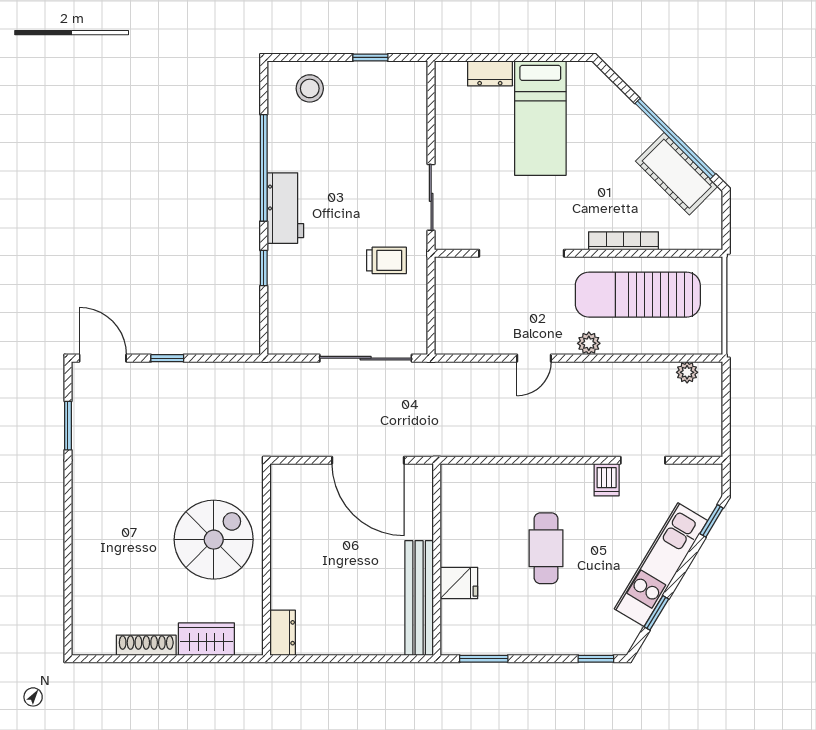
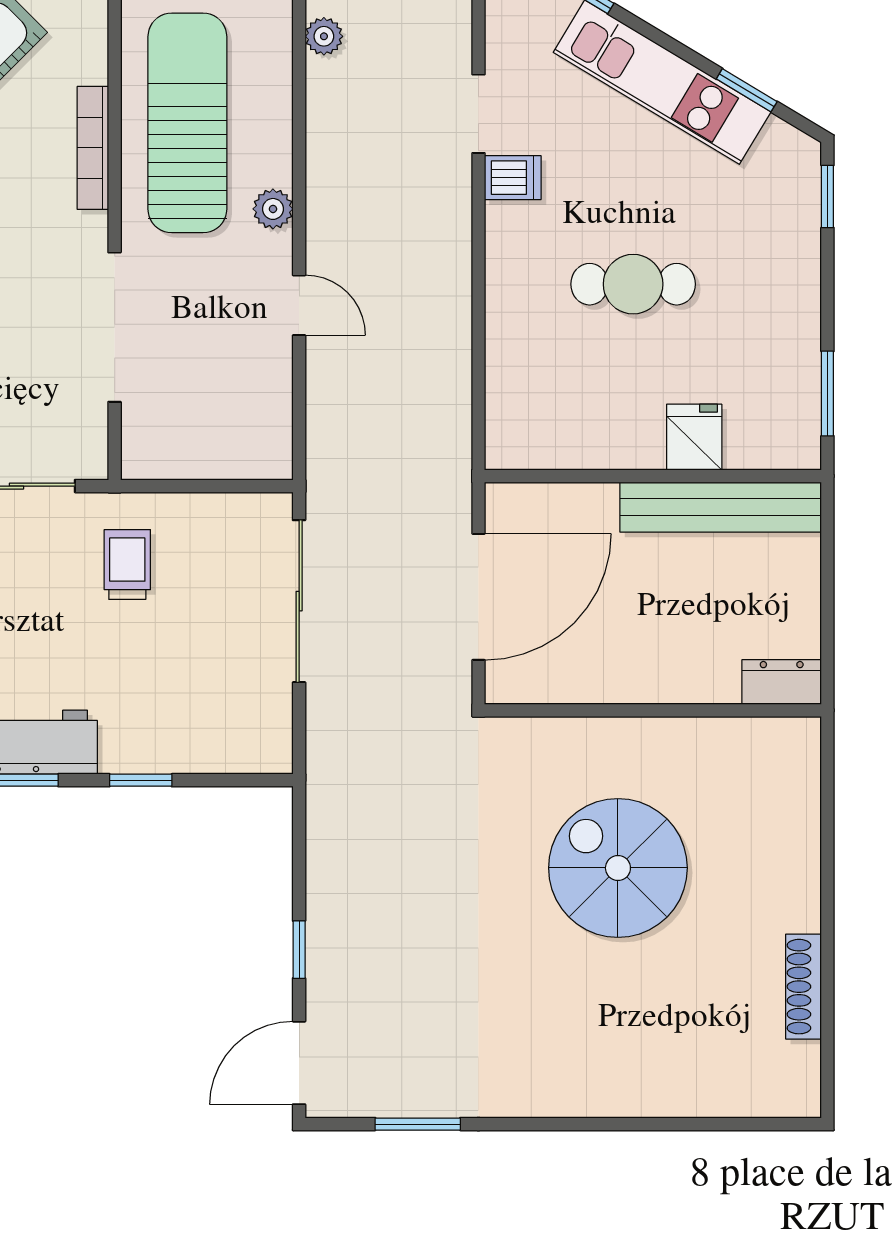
sun lounger: (638, 295) -> (187, 123), turned 180
wall: (267, 560) -> (653, 710), moved
dresser: (283, 633) -> (782, 682), moved
wardrobe: (206, 639) -> (793, 881), removed

